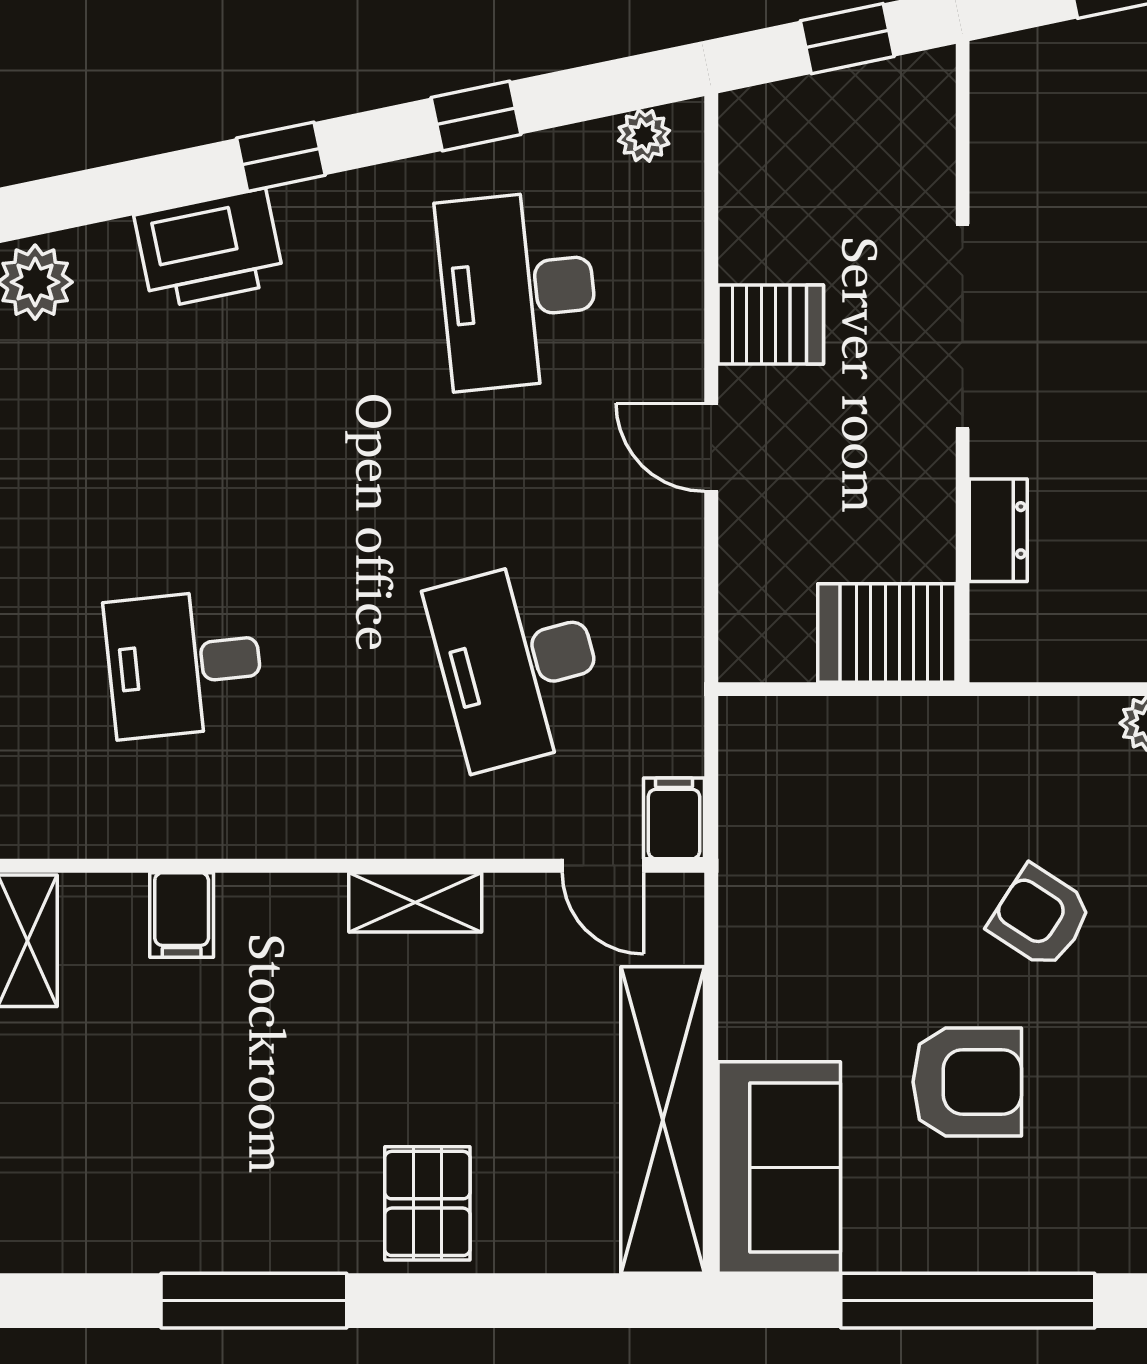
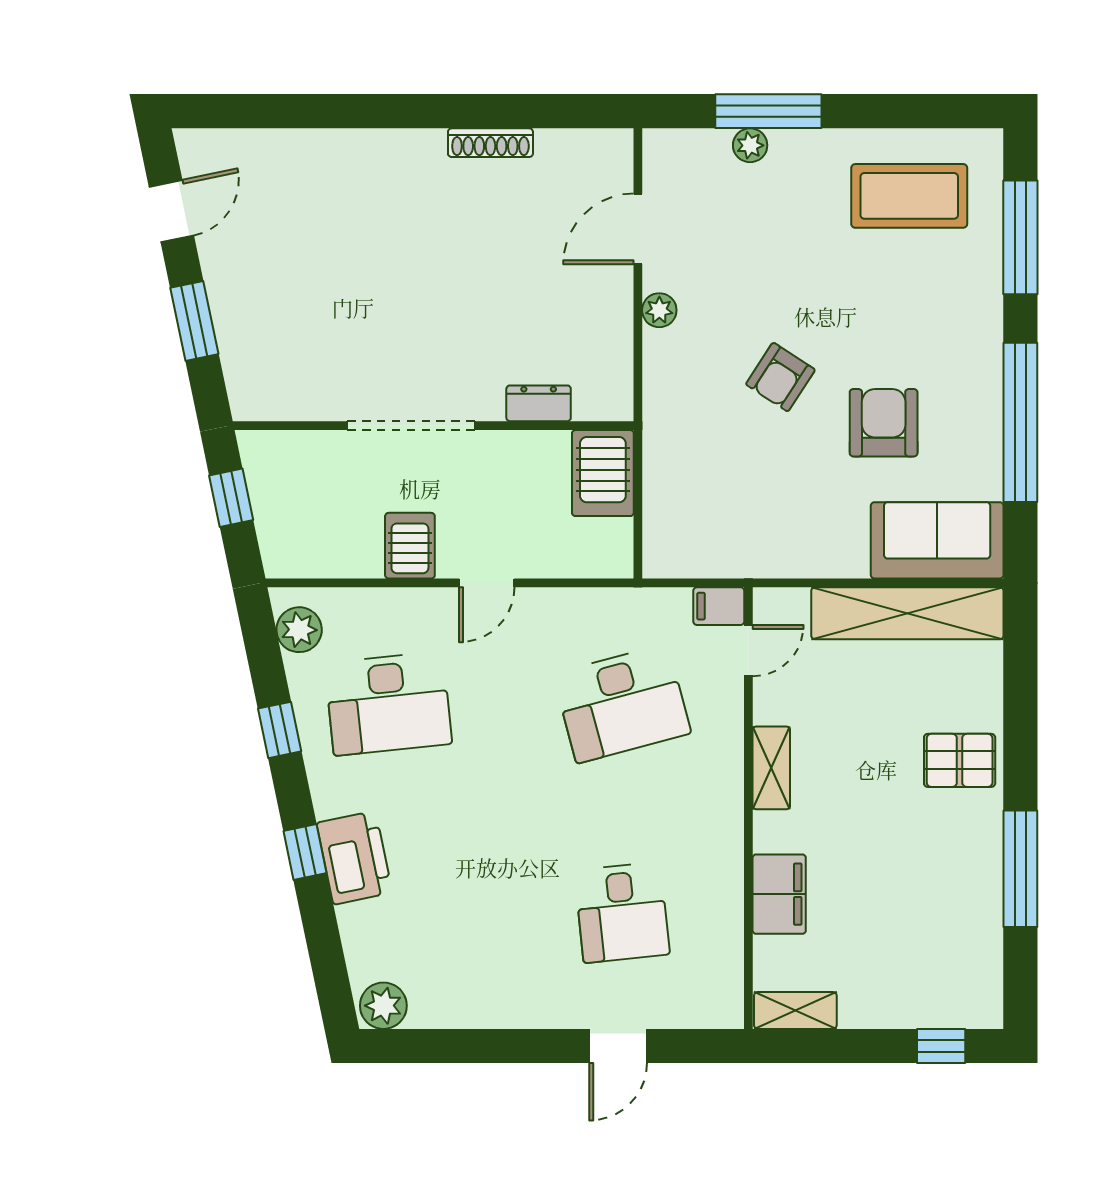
plant: (644, 136) -> (299, 630), width x1.38, depth x1.38
printer: (209, 249) -> (354, 858), moved
filing cabinet: (182, 915) -> (779, 894), width x2.00

